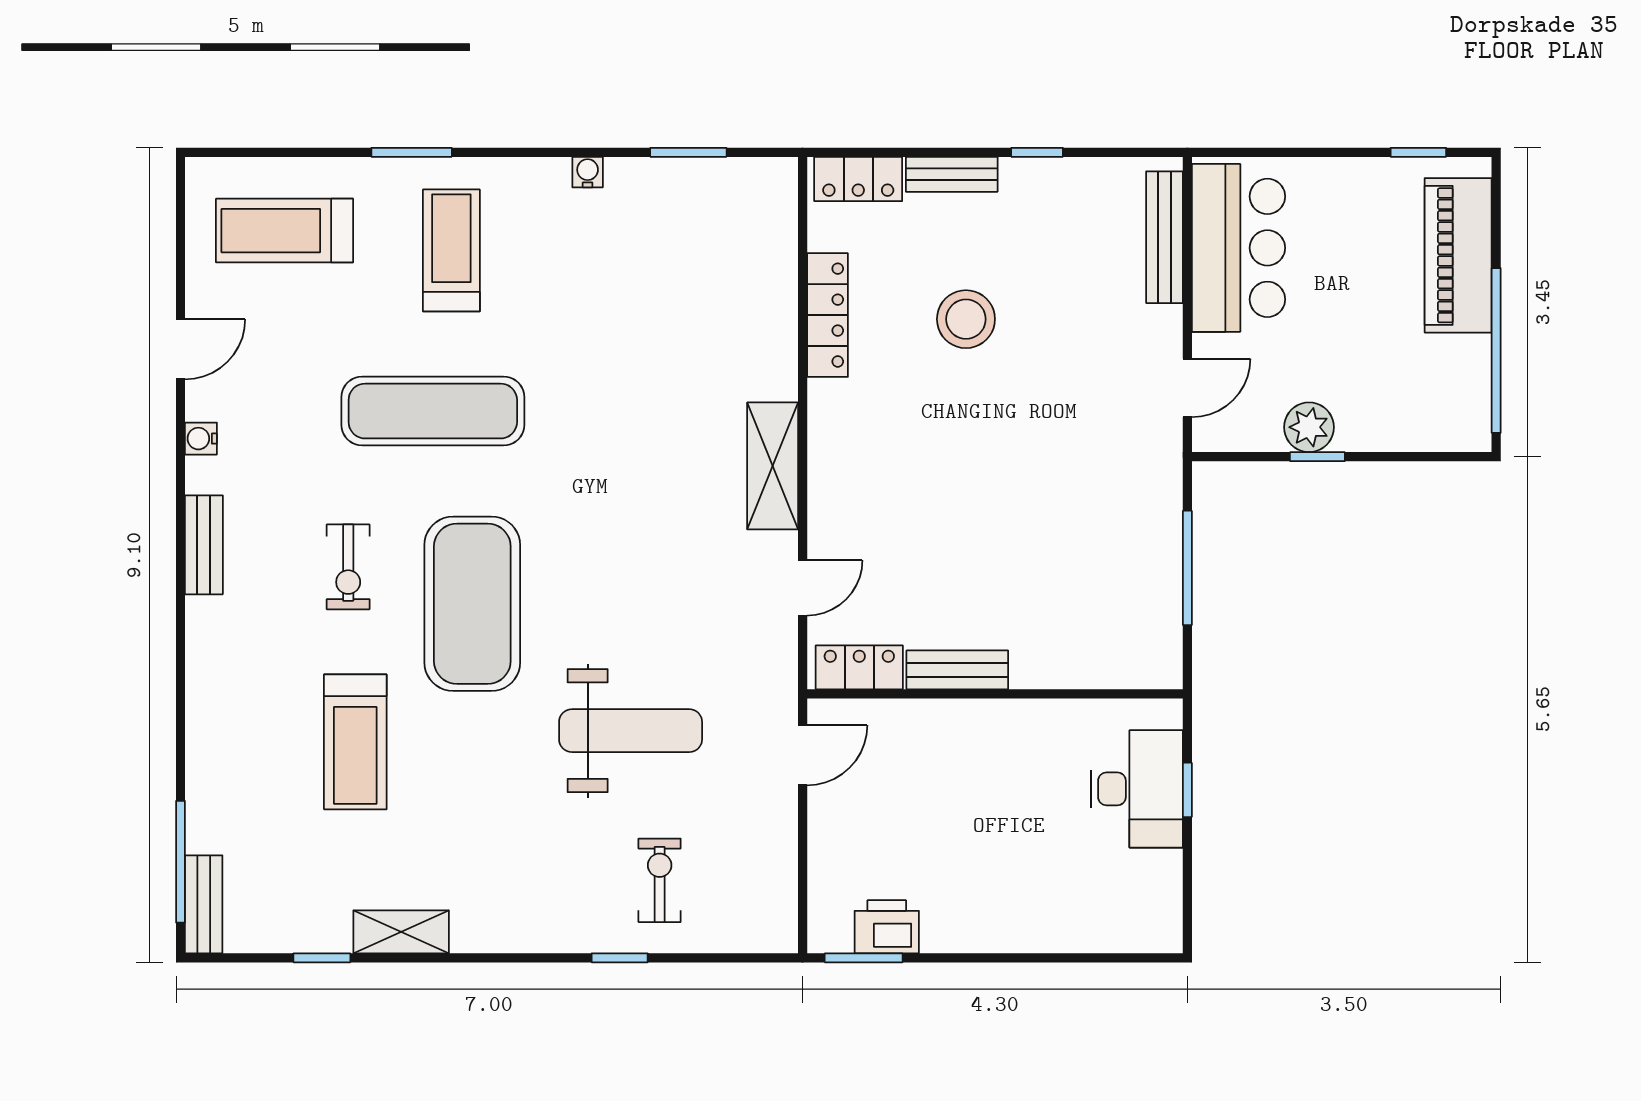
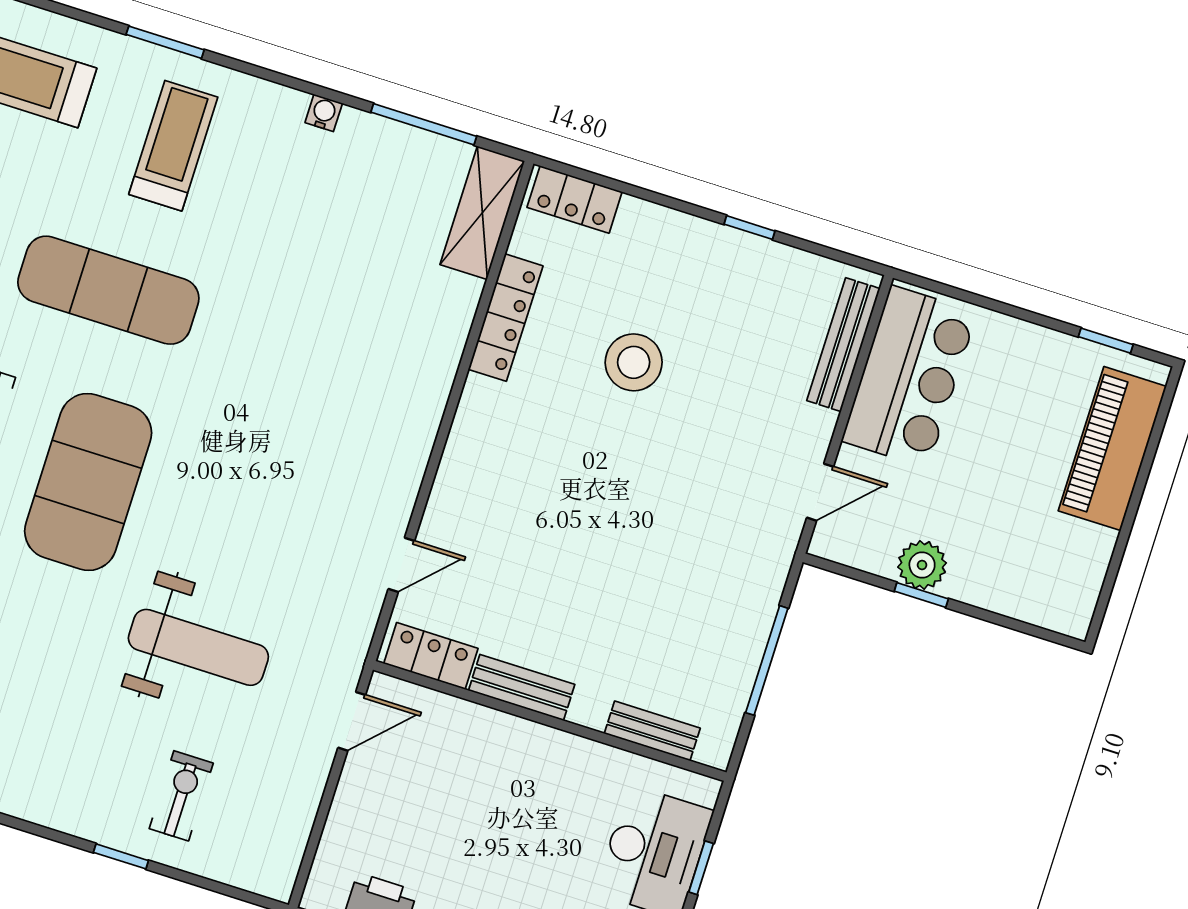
window: (688, 152) -> (424, 124), width x1.44
bench: (952, 174) -> (652, 731), moved
window: (1496, 350) -> (1120, 549), removed
shelving: (773, 466) -> (482, 213), moved

